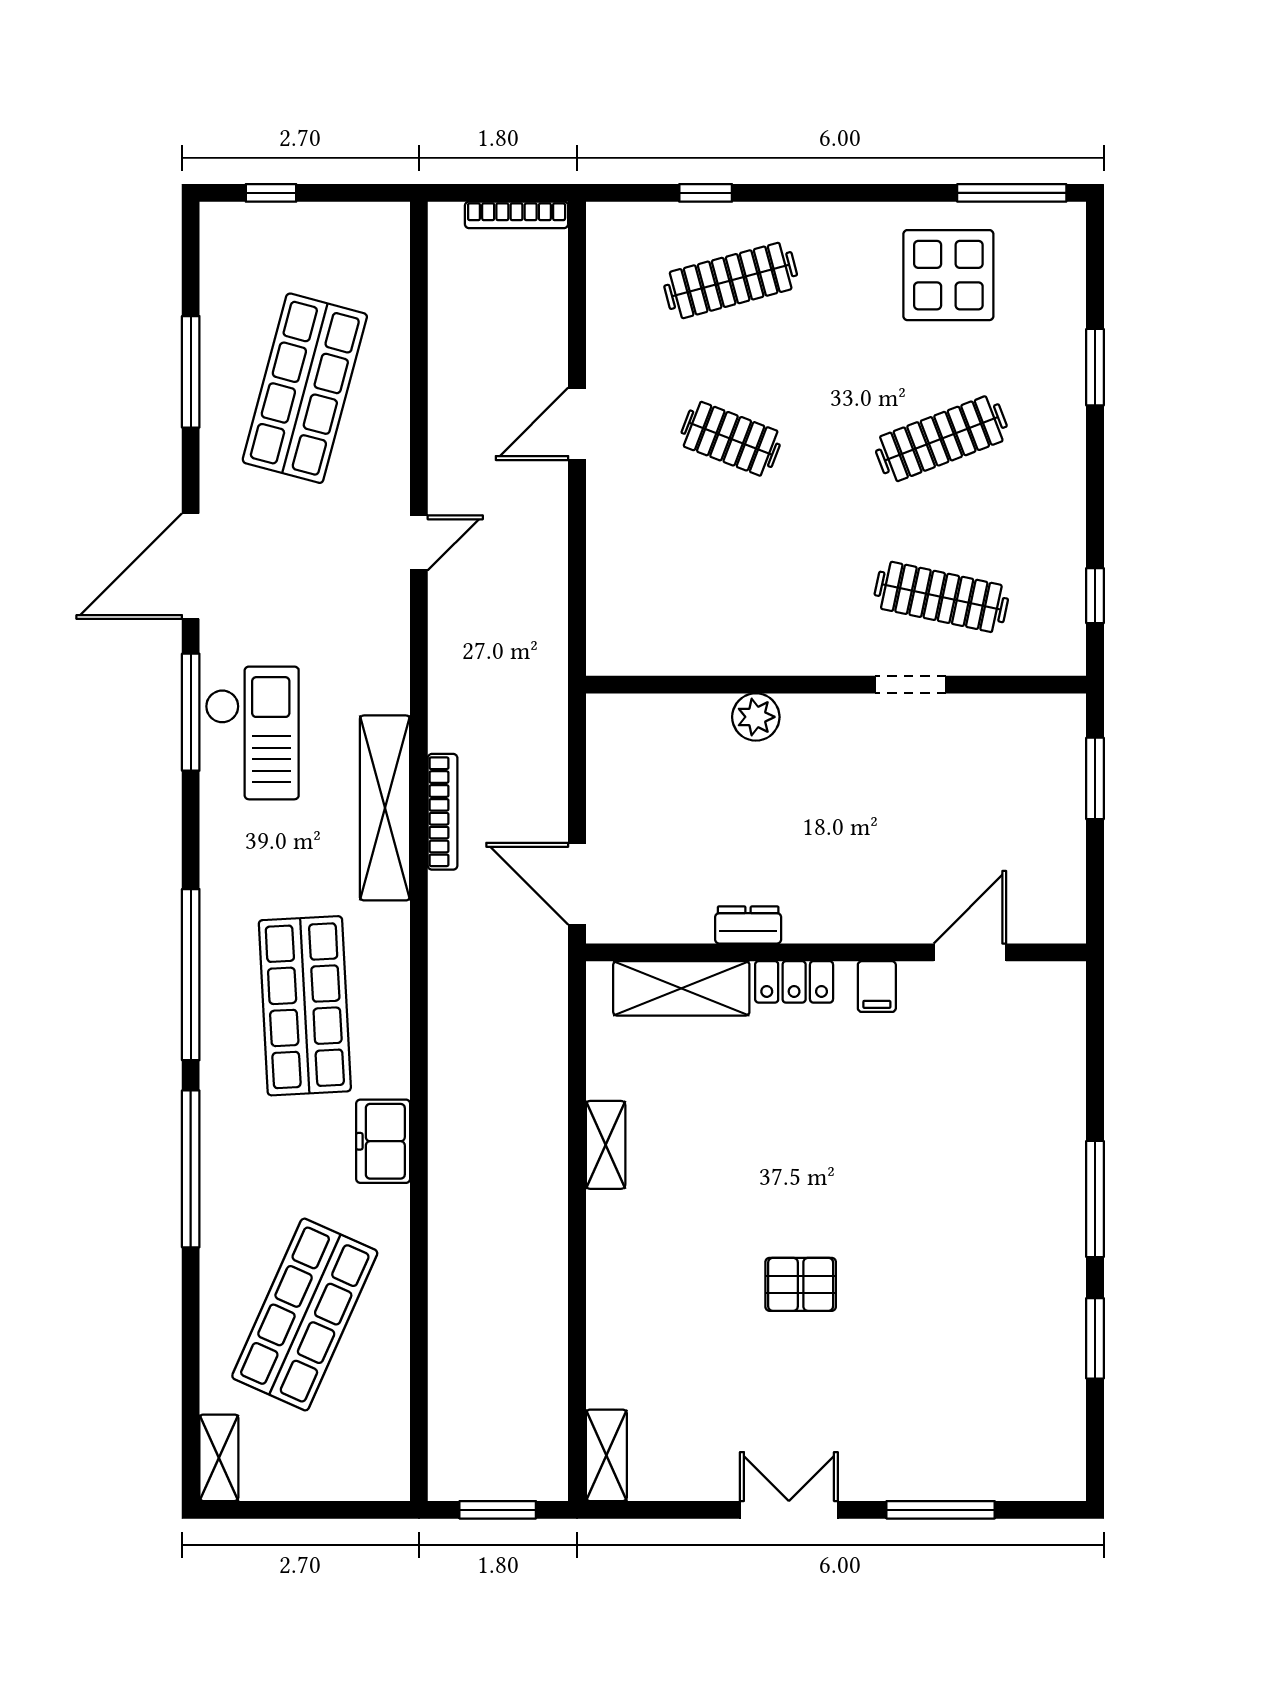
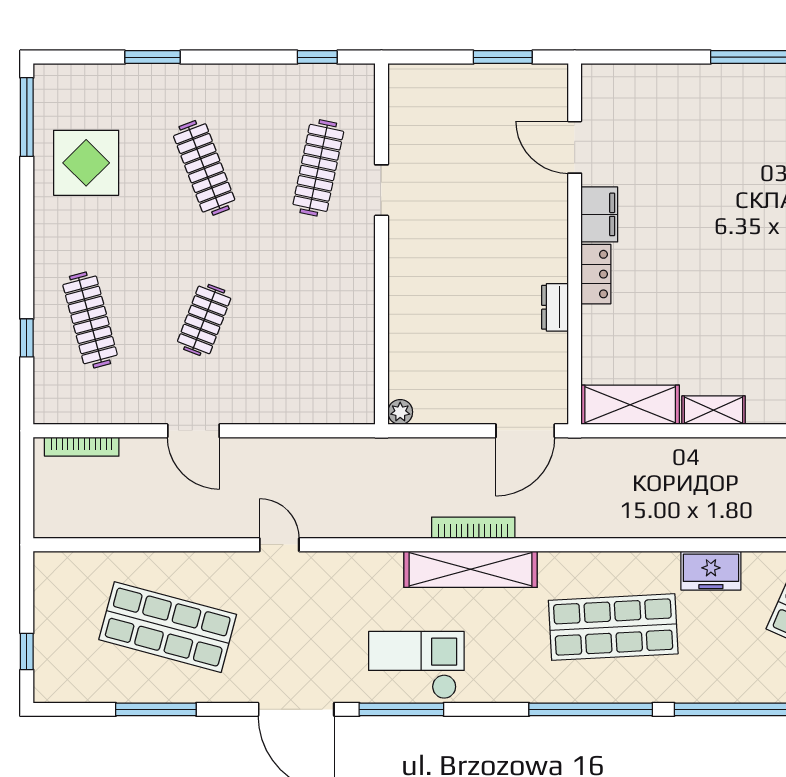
bookcase: (517, 215) -> (82, 447), moved, turned 90
plant: (756, 717) -> (400, 412), moved, width x0.73, depth x0.73
window: (1095, 778) -> (503, 57), moved
filing cabinet: (877, 987) -> (599, 214), width x2.00
shelving: (681, 988) -> (630, 405), moved, turned 90

